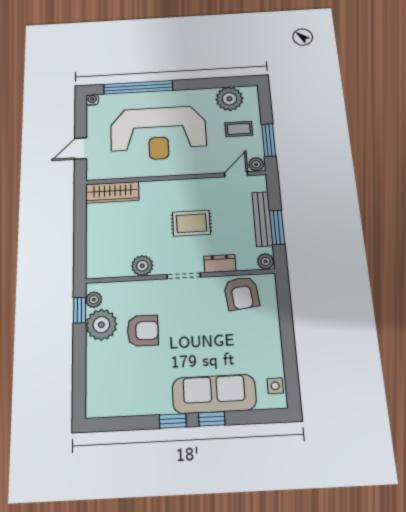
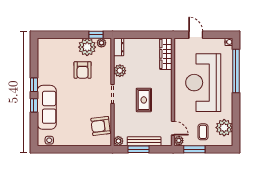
dresser: (220, 264) -> (119, 47), moved

